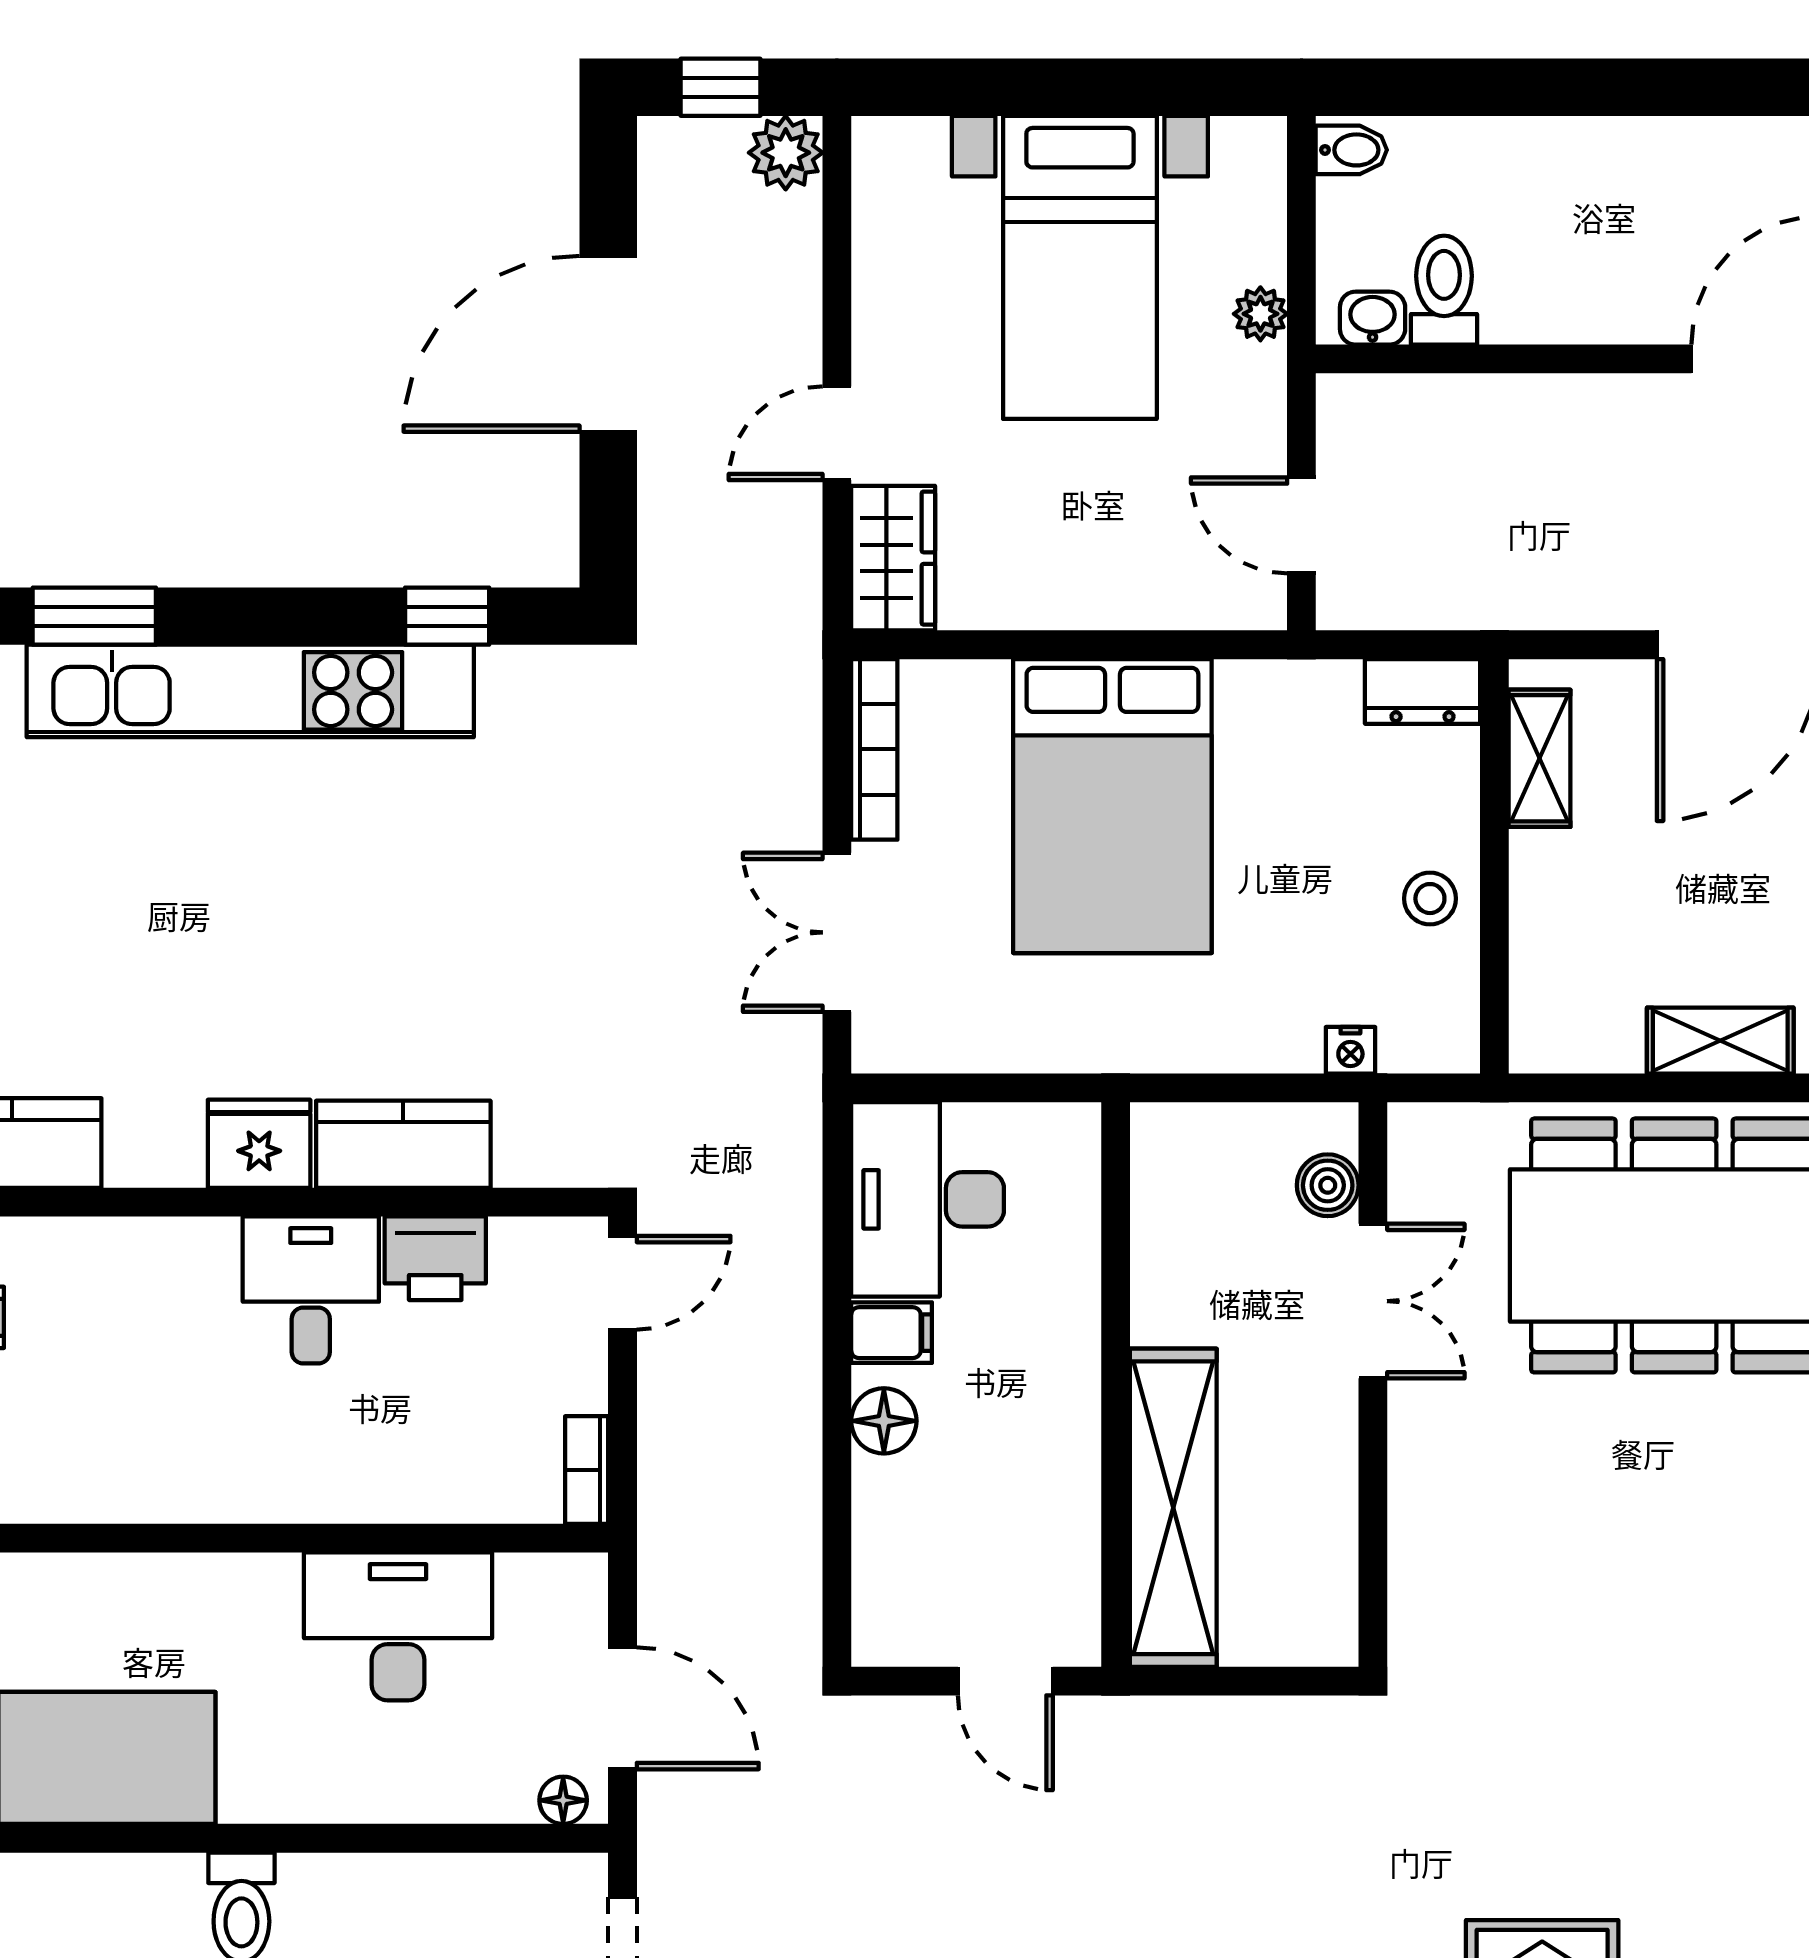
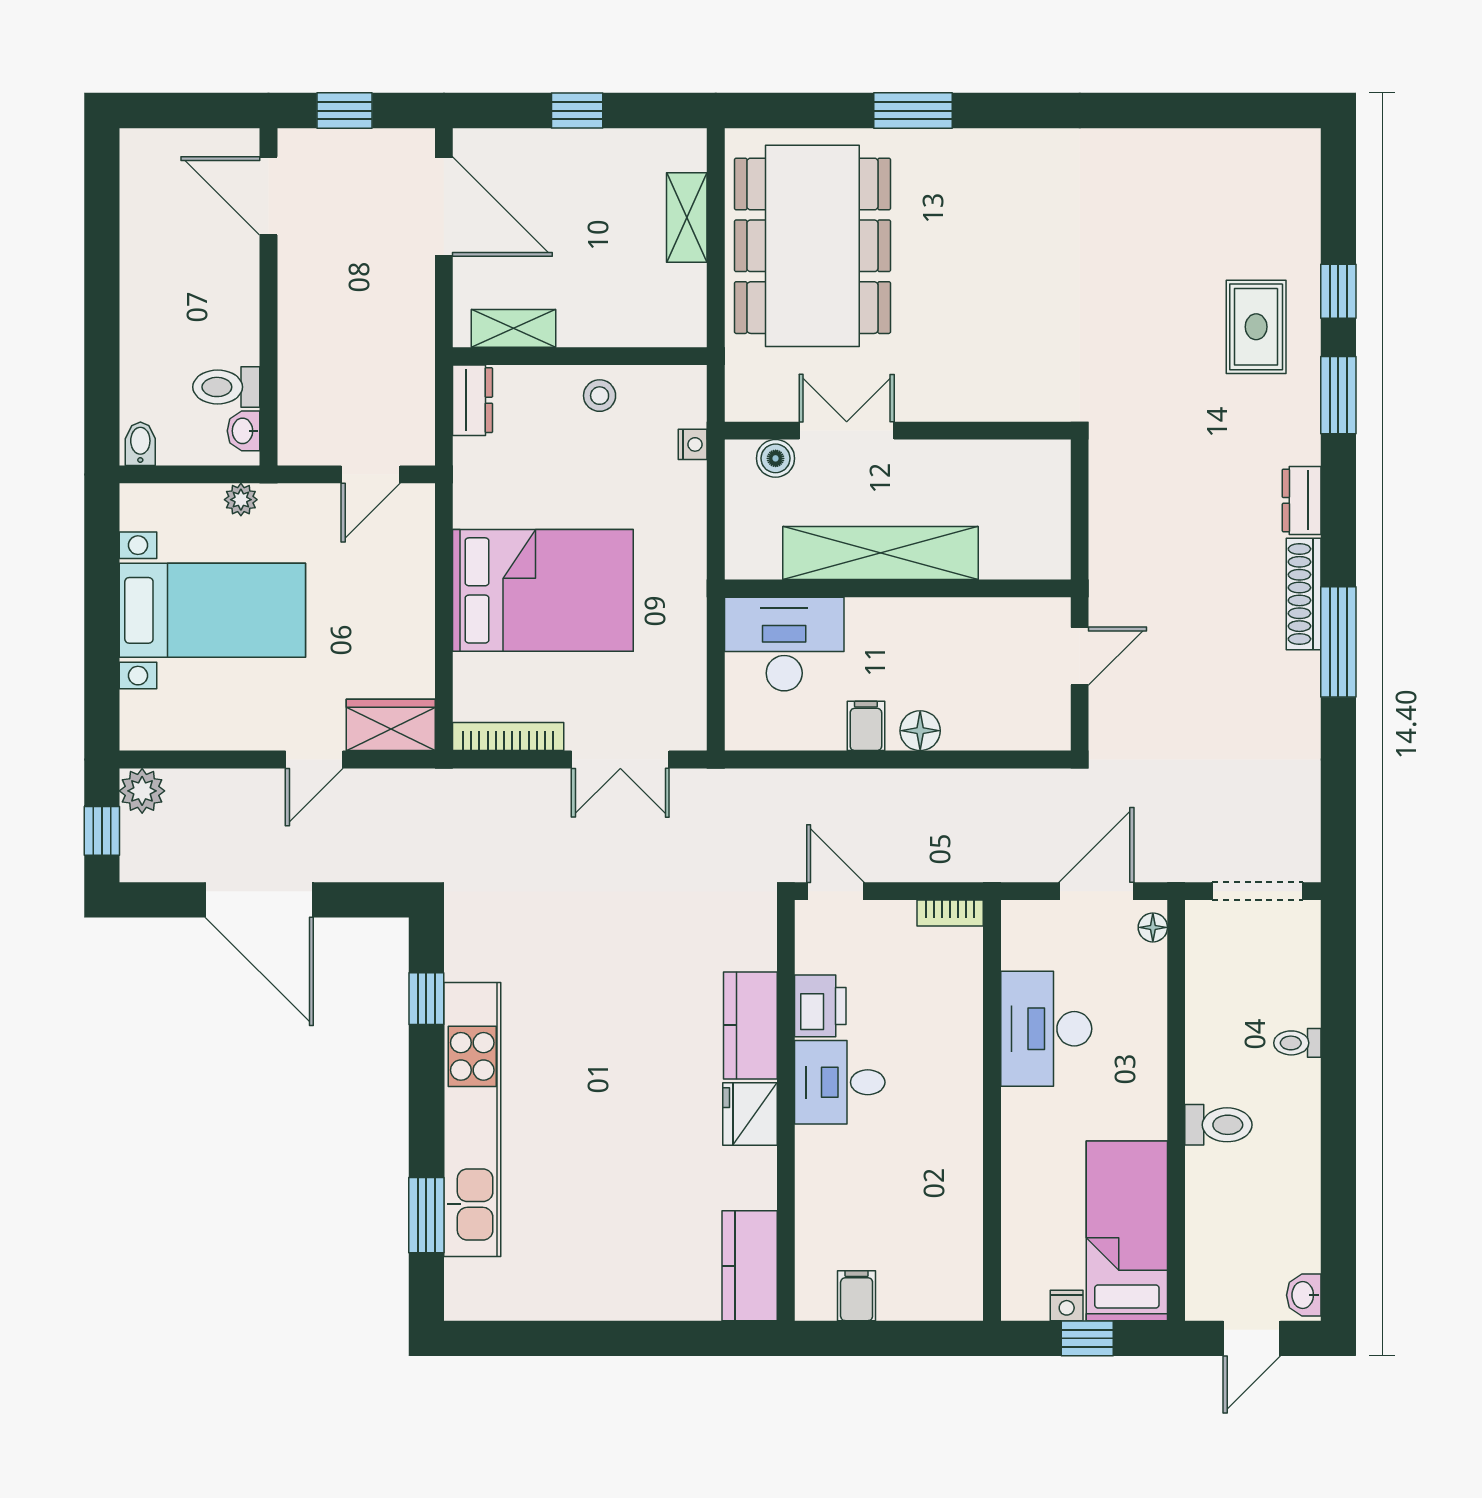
door: (837, 433) -> (314, 759), hinge flipped
desk: (928, 1199) -> (784, 644), moved, turned 180
shelving: (1173, 1508) -> (881, 553), moved

